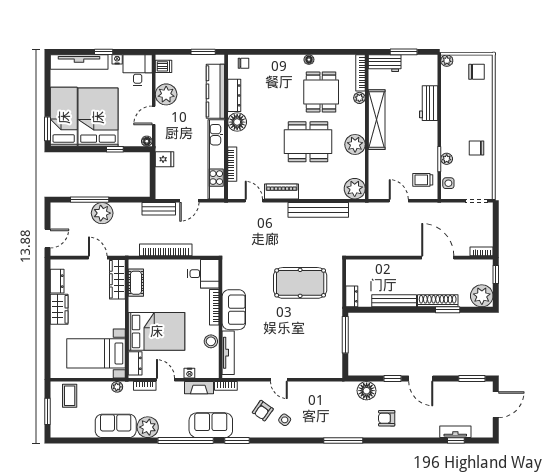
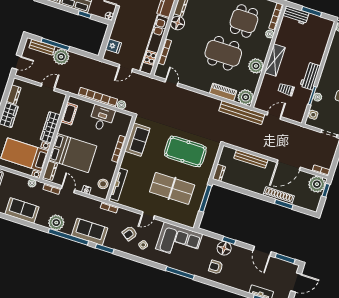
workbench: (429, 103) -> (310, 76), moved
shelving: (377, 120) -> (275, 60), width x0.68
fridge: (165, 159) -> (113, 46), moved
trolley: (423, 180) -> (286, 89), moved
piano: (282, 191) -> (223, 92), moved
door: (399, 201) -> (274, 116), hinge flipped
bench: (159, 209) -> (42, 47), moved
bench: (318, 210) -> (242, 113), moved
plant: (199, 250) -> (121, 105), added
door: (98, 258) -> (48, 87), hinge flipped
door: (438, 258) -> (289, 165), swing flipped
desk: (203, 274) -> (102, 118), moved, turned -90
wardrobe: (117, 279) -> (50, 127), moved
plant: (482, 296) -> (317, 184), moved
bench: (394, 301) -> (251, 159), moved
sofa: (234, 310) -> (137, 140), moved
table tennis table: (298, 336) -> (172, 188), added
stool: (211, 341) -> (103, 184), moved
door: (421, 379) -> (262, 251), moved
door: (279, 380) -> (148, 215), hinge flipped
fireplace: (199, 388) -> (90, 202), removed
floor lamp: (367, 391) -> (224, 248), moved
corner sofa: (329, 401) -> (179, 241), added
plant: (148, 427) -> (56, 223), moved

